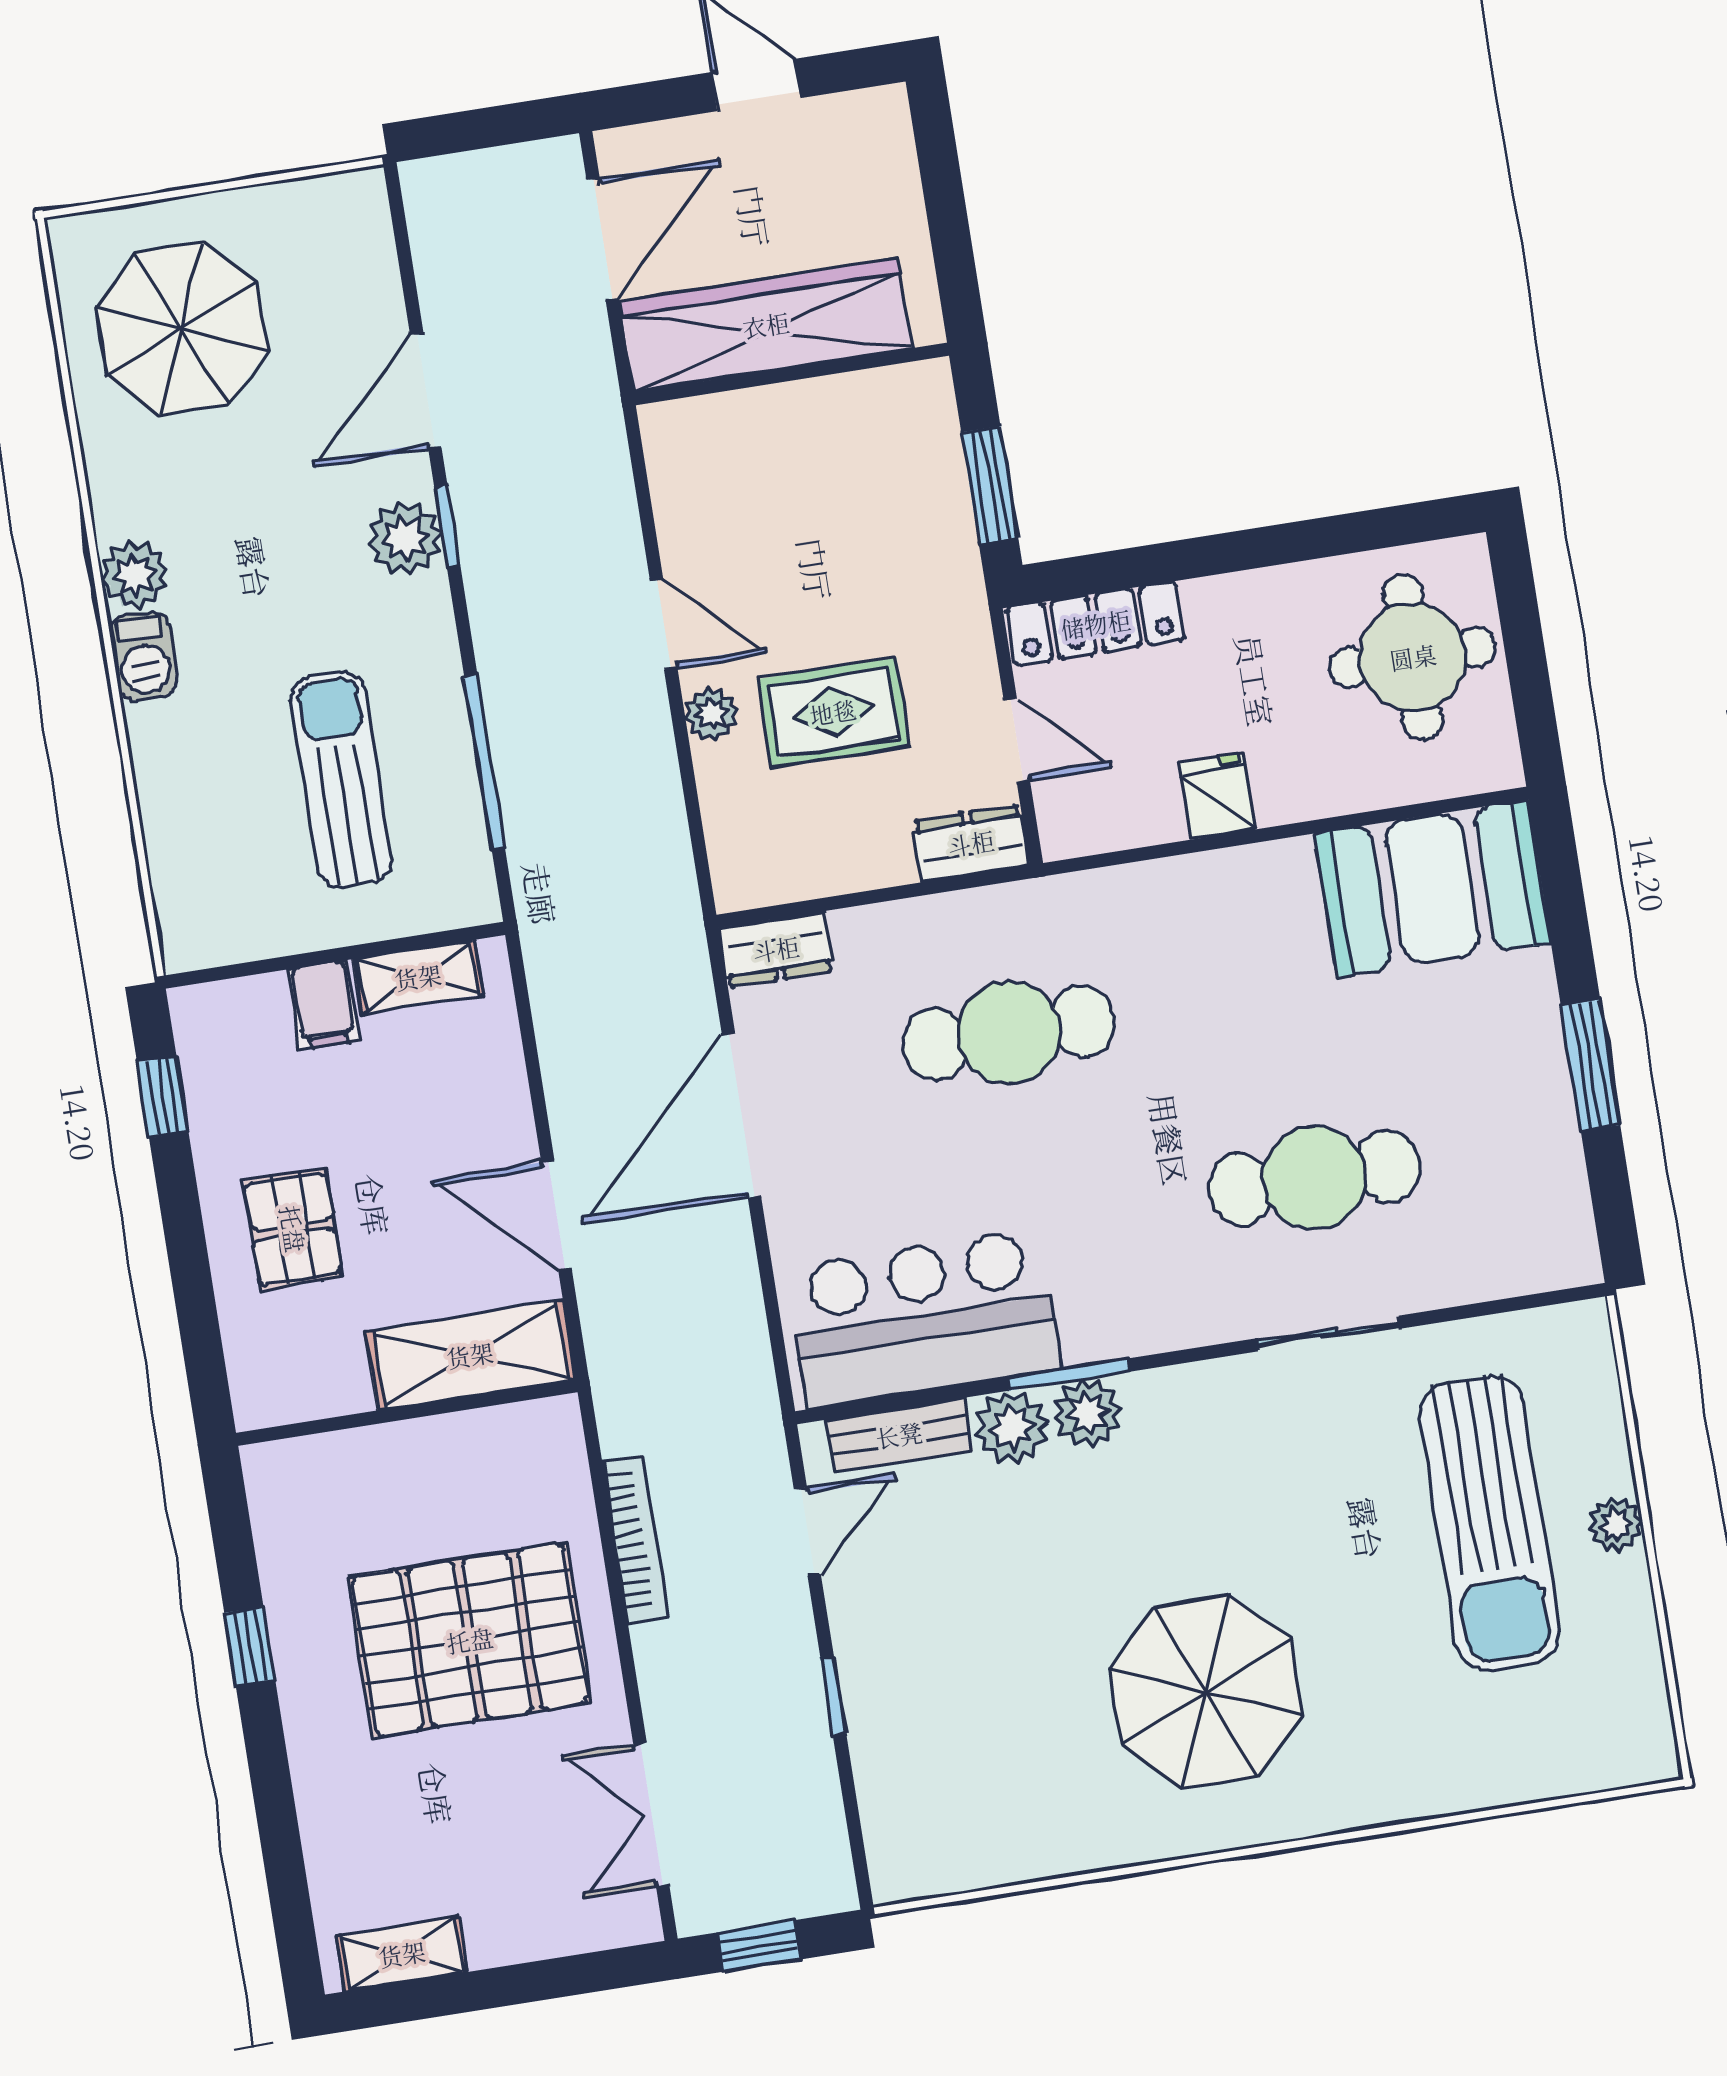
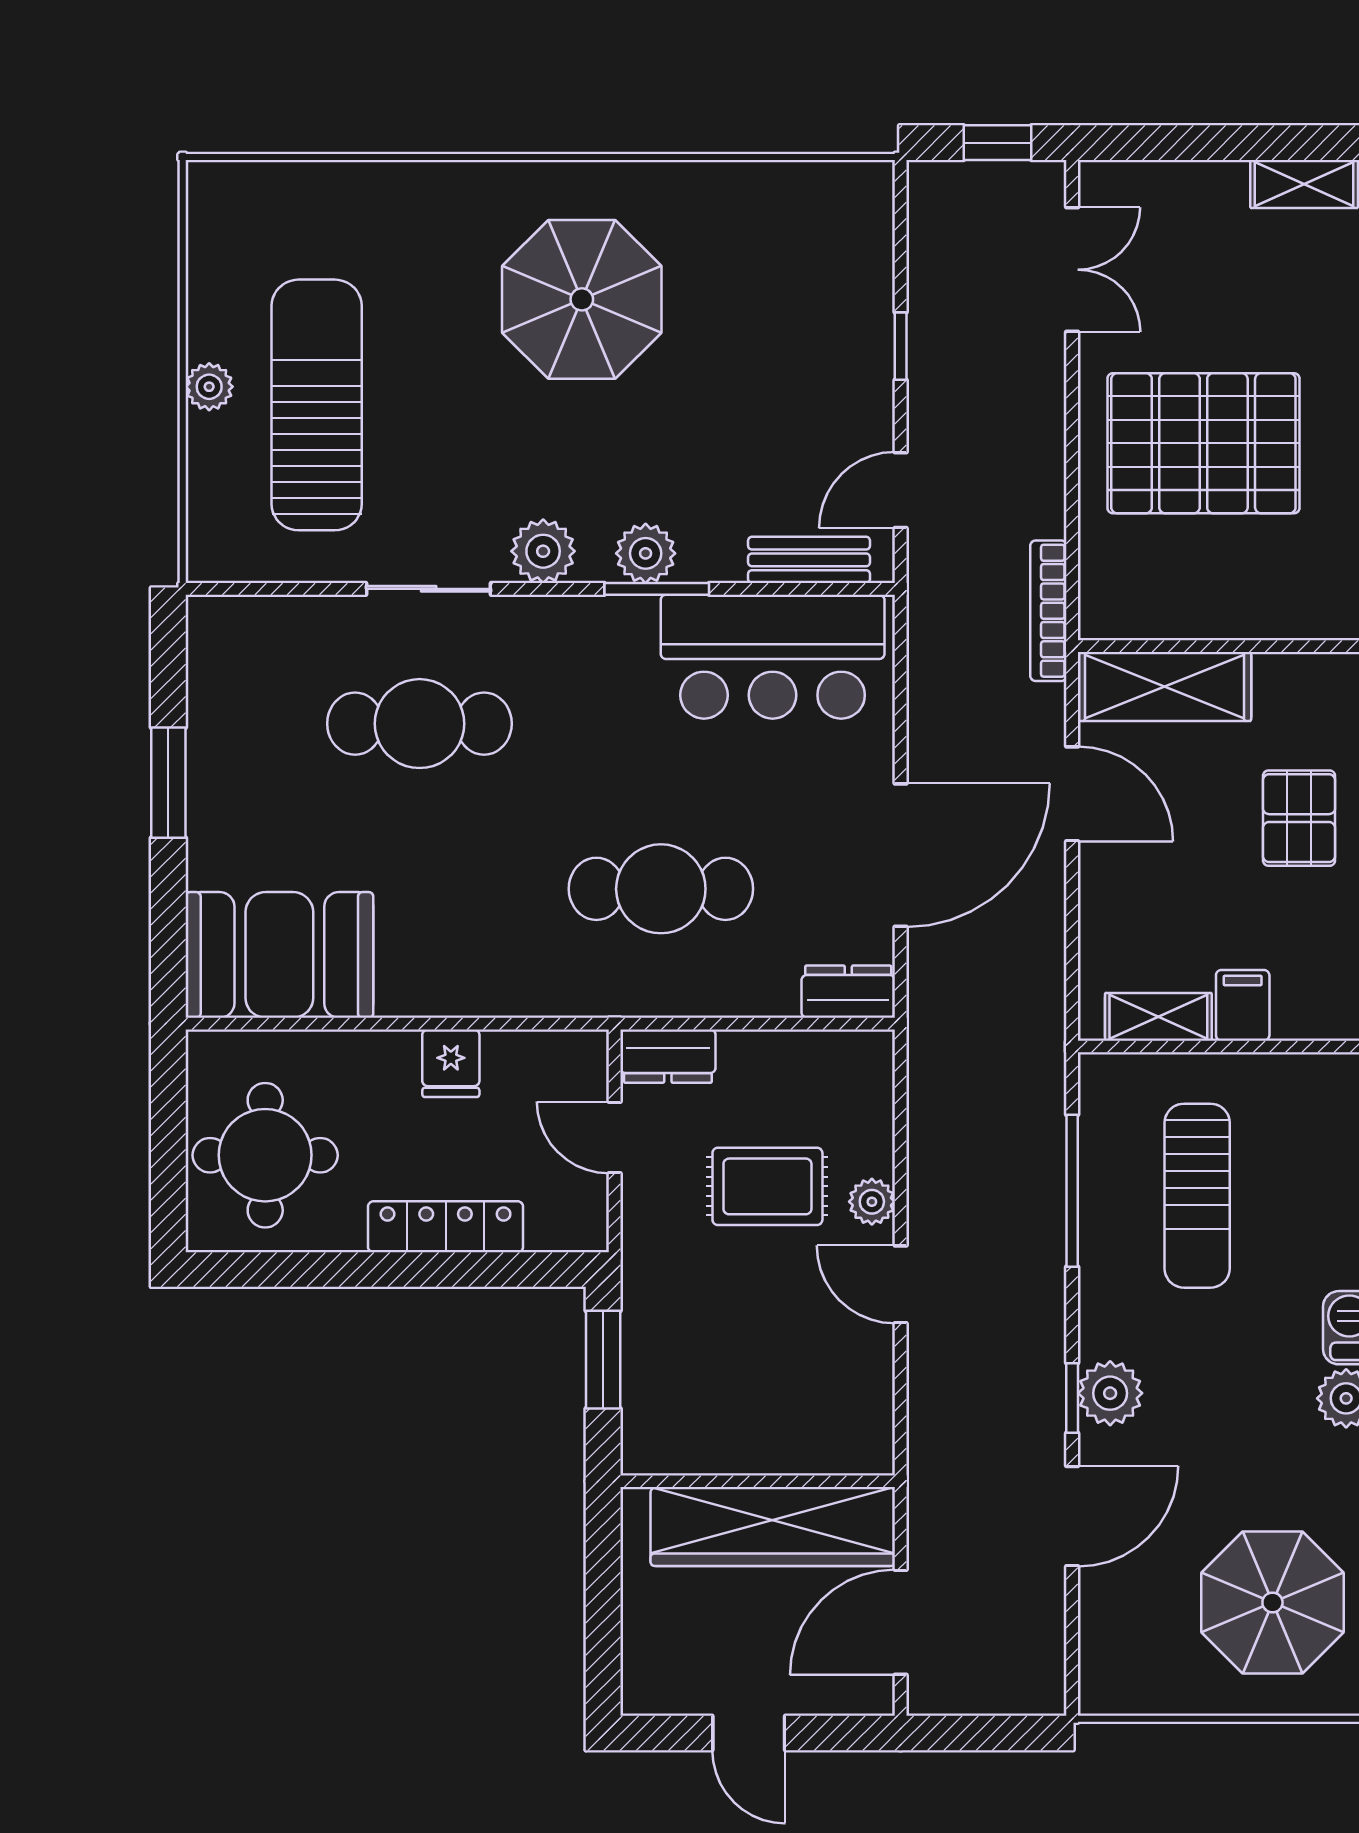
locker: (1096, 624) -> (446, 1227), moved
plant: (1012, 1428) -> (543, 551), moved
bookcase: (635, 1539) -> (1048, 611), moved

